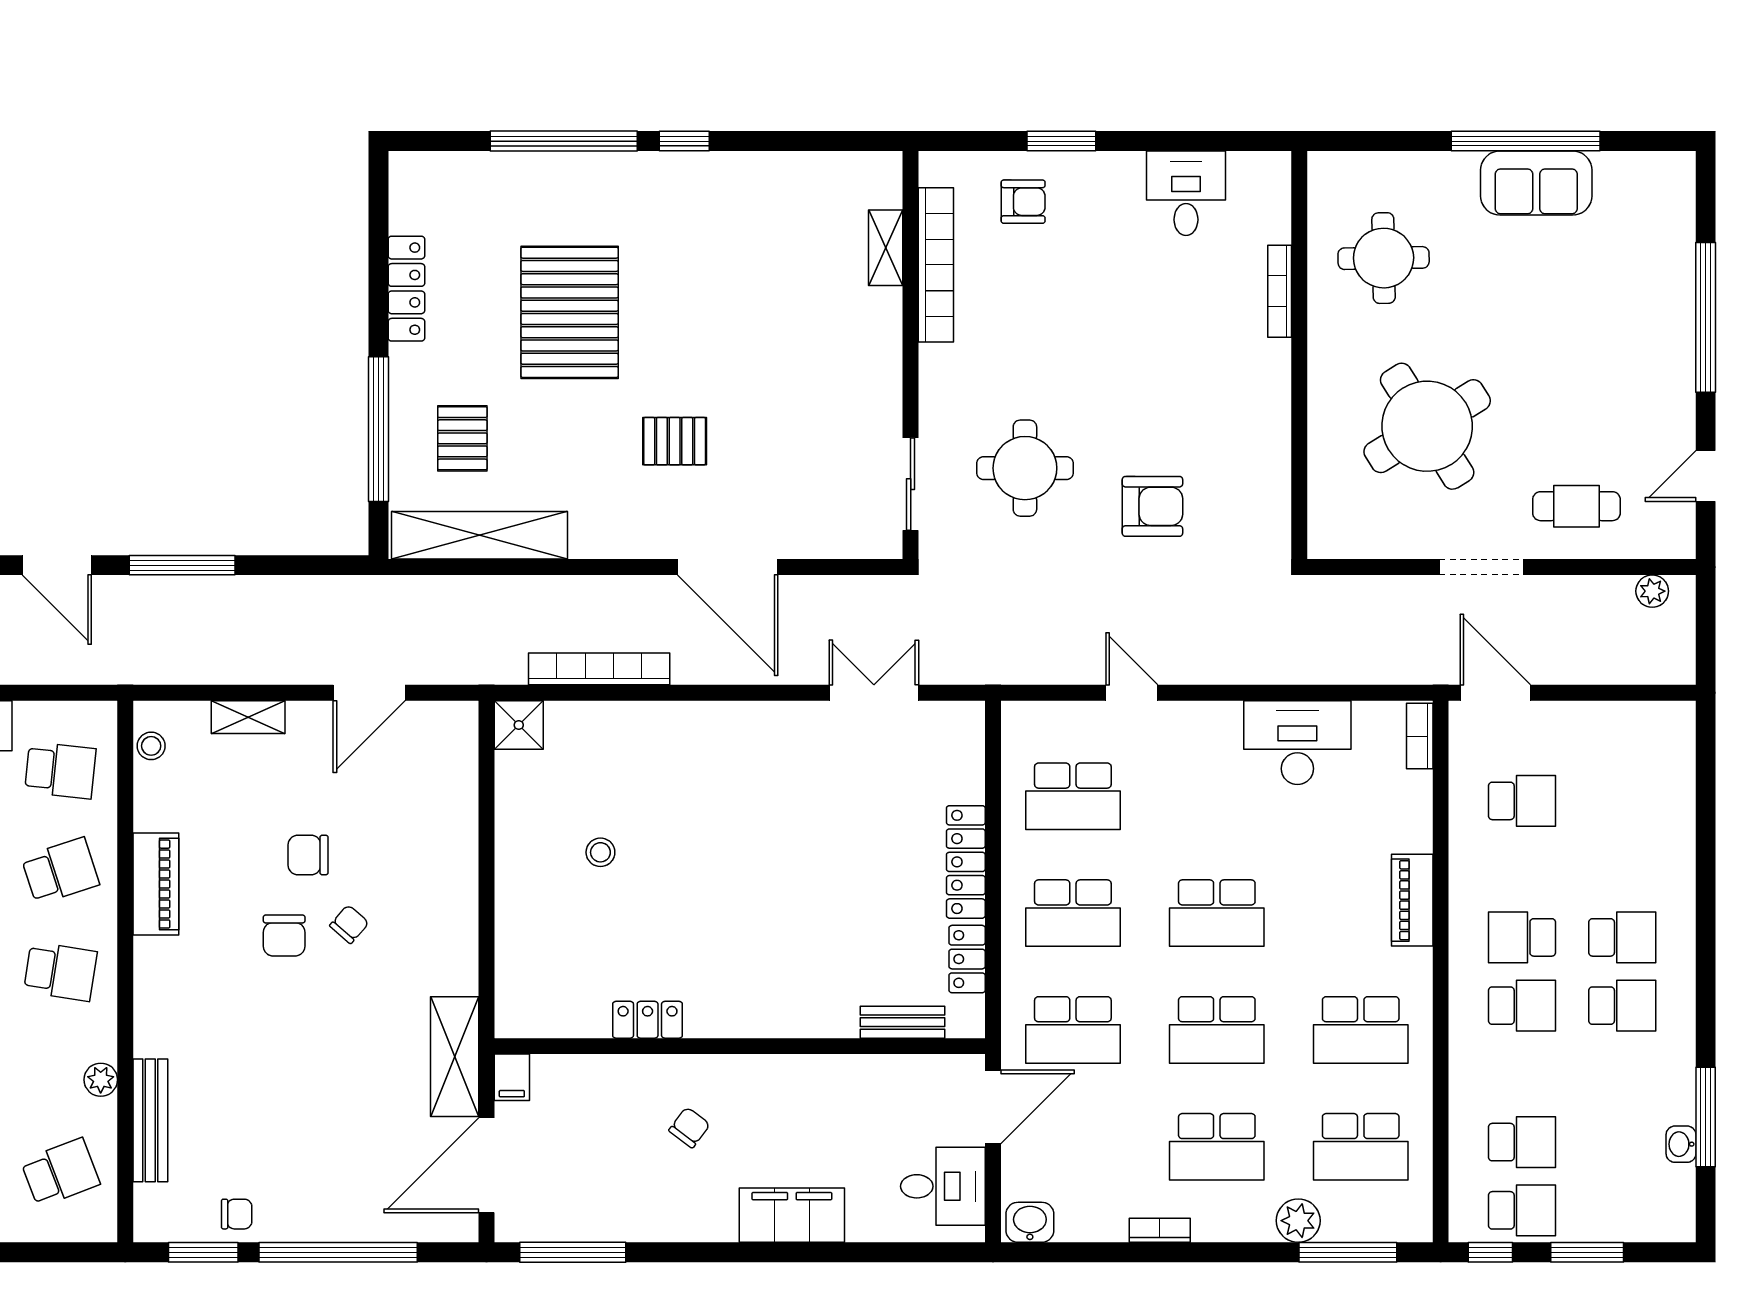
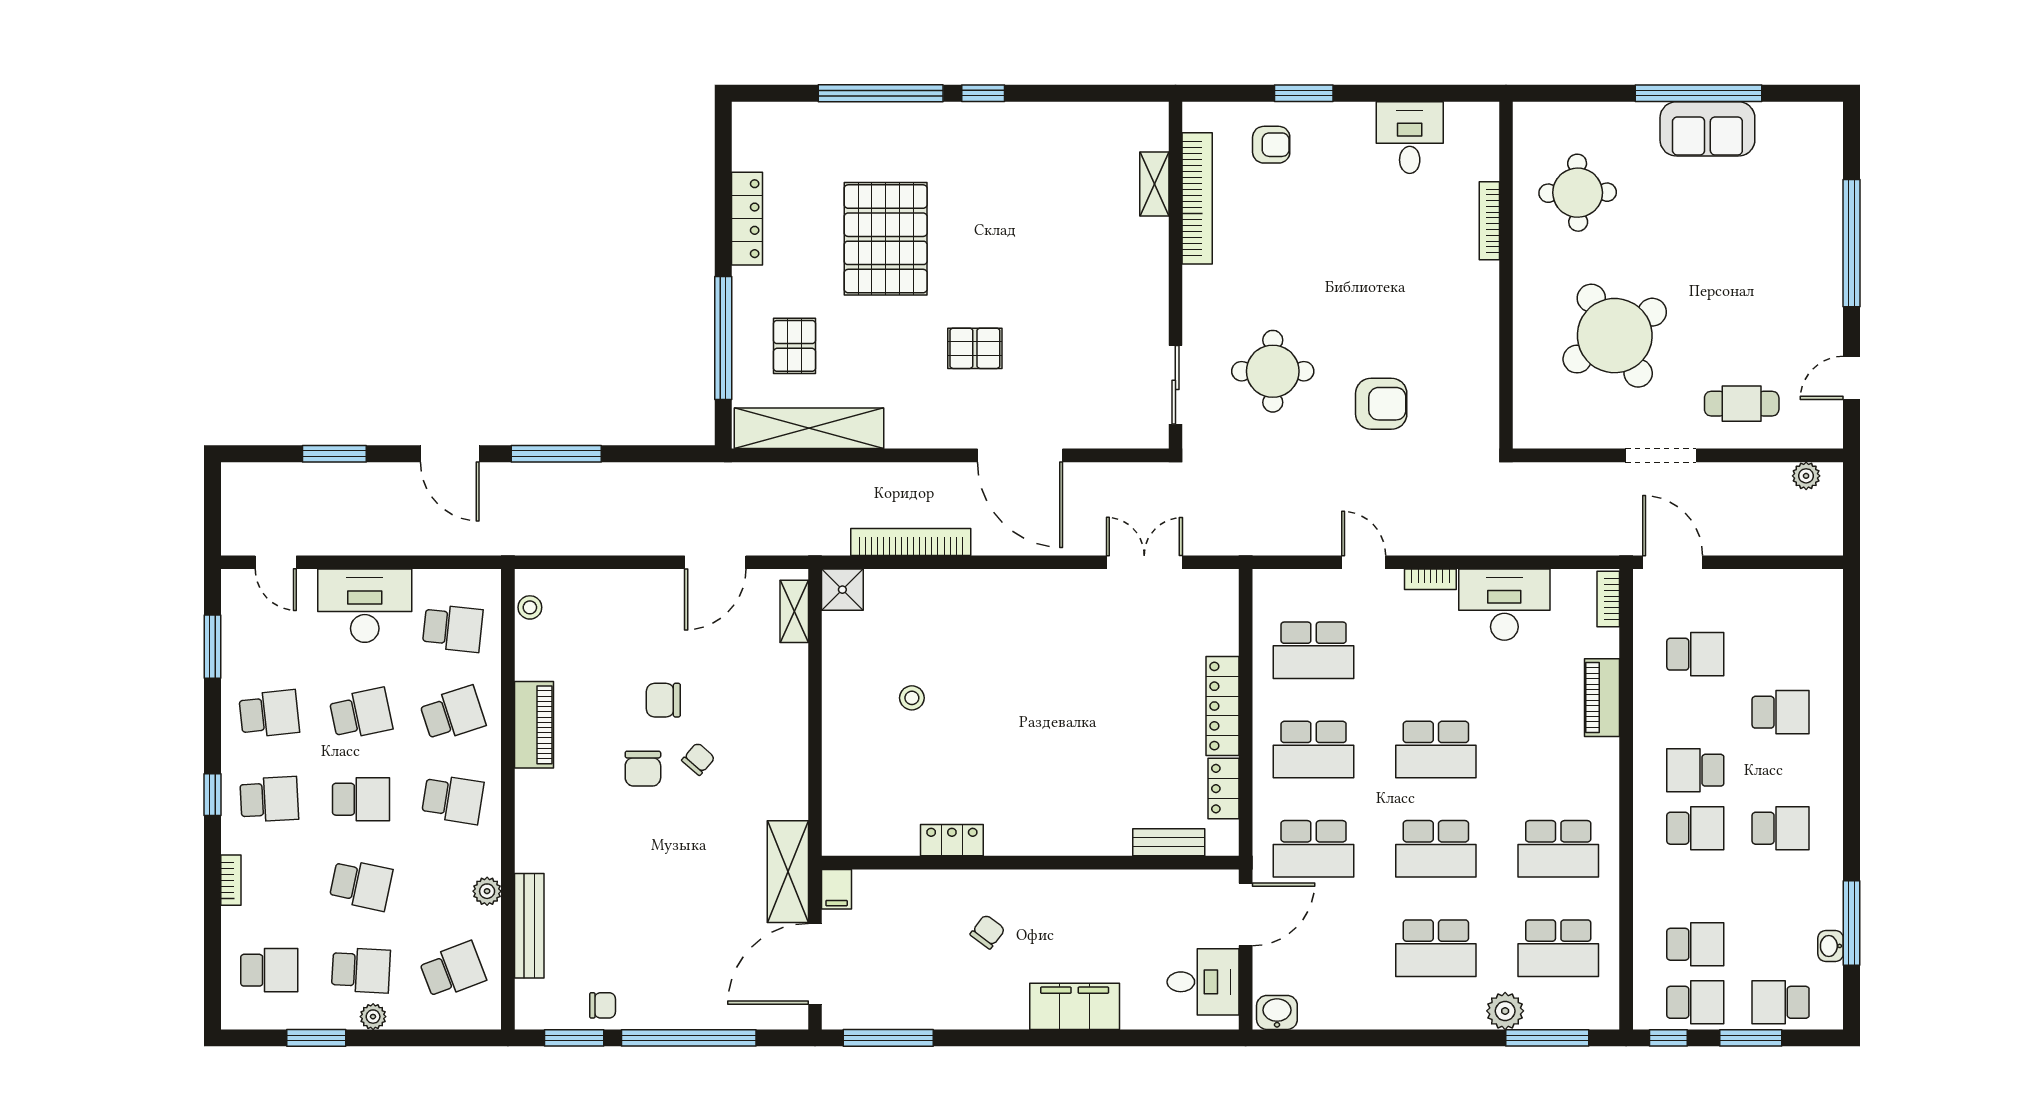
shelving: (248, 717) -> (794, 611), moved, turned 90
piano: (1412, 900) -> (1602, 698), moved
school desk: (1622, 937) -> (1781, 712), moved
school desk: (1622, 1210) -> (1781, 1002), added
bookcase: (1160, 1230) -> (1430, 579), moved, turned 180

